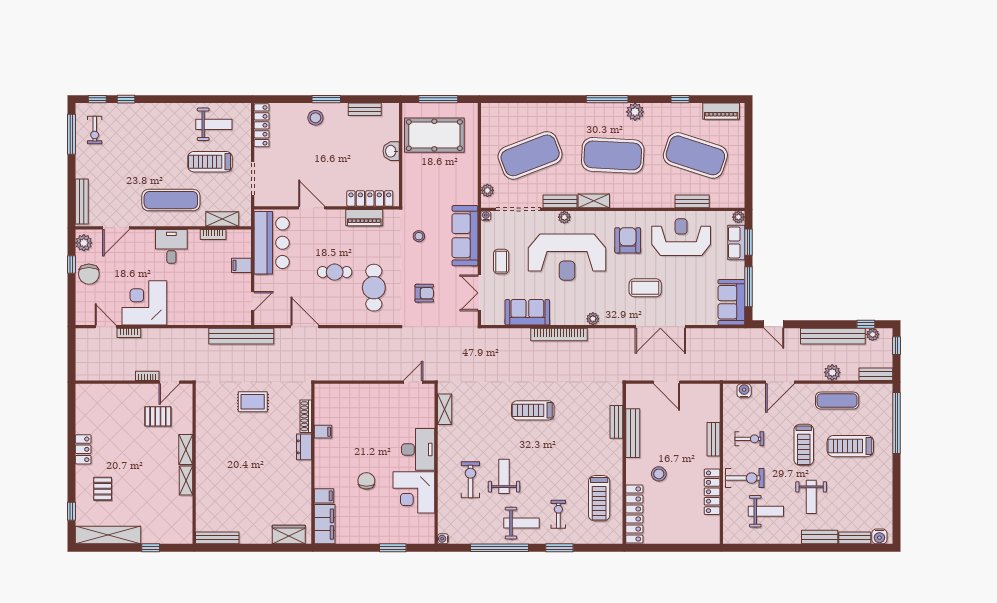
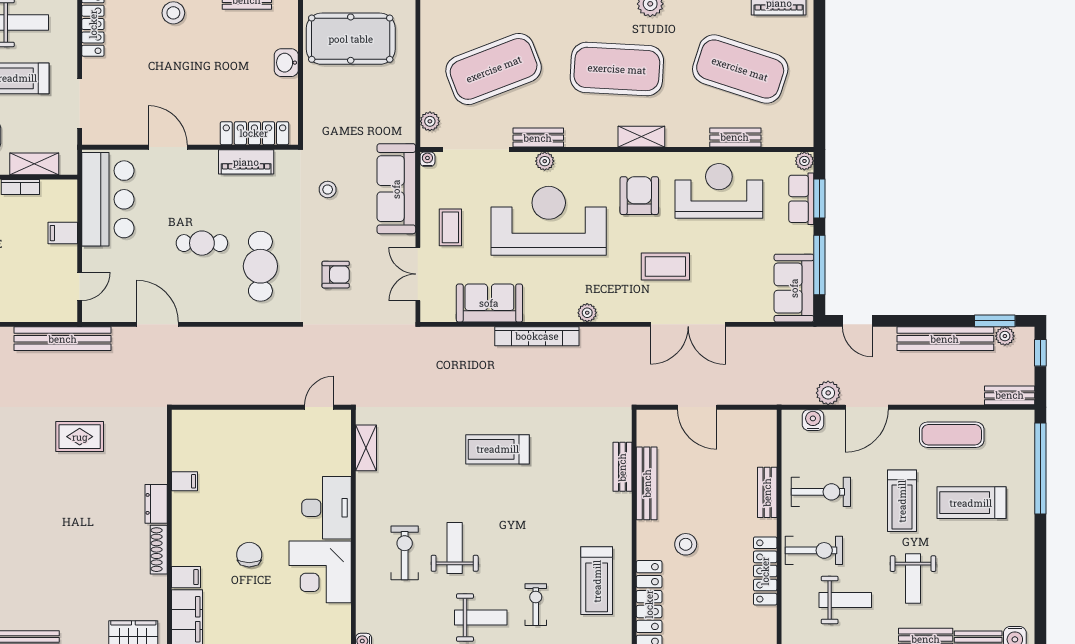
shelving: (594, 201) -> (641, 137), moved
reception desk: (567, 257) -> (549, 221), turned 180
window: (866, 324) -> (995, 321), width x1.50
plant: (832, 372) -> (828, 393), moved
shoe rack: (306, 416) -> (159, 550), moved
exercise bike: (749, 439) -> (821, 492), width x1.38, depth x1.39

